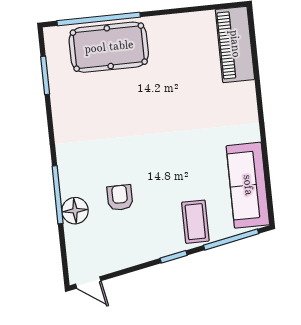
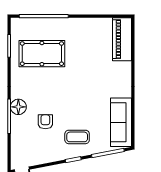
pool table: (109, 47) -> (42, 54), moved
floor lamp: (75, 211) -> (18, 107), moved
coffee table: (195, 222) -> (77, 137), moved, turned 90

